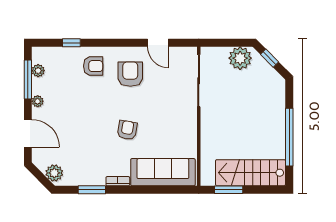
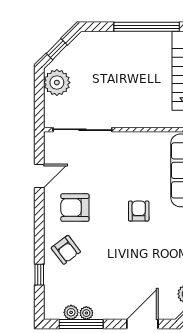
armchair: (93, 66) -> (66, 250), turned 143
plant: (38, 101) -> (86, 313), moved
armchair: (127, 130) -> (139, 211), turned 80

